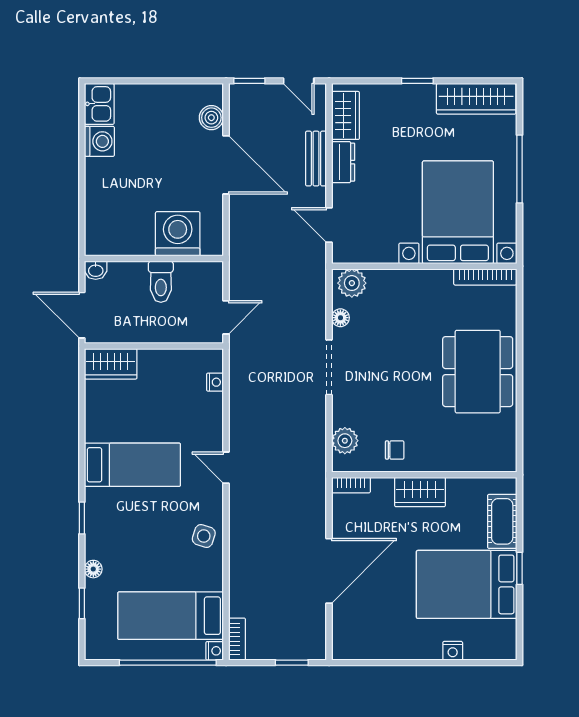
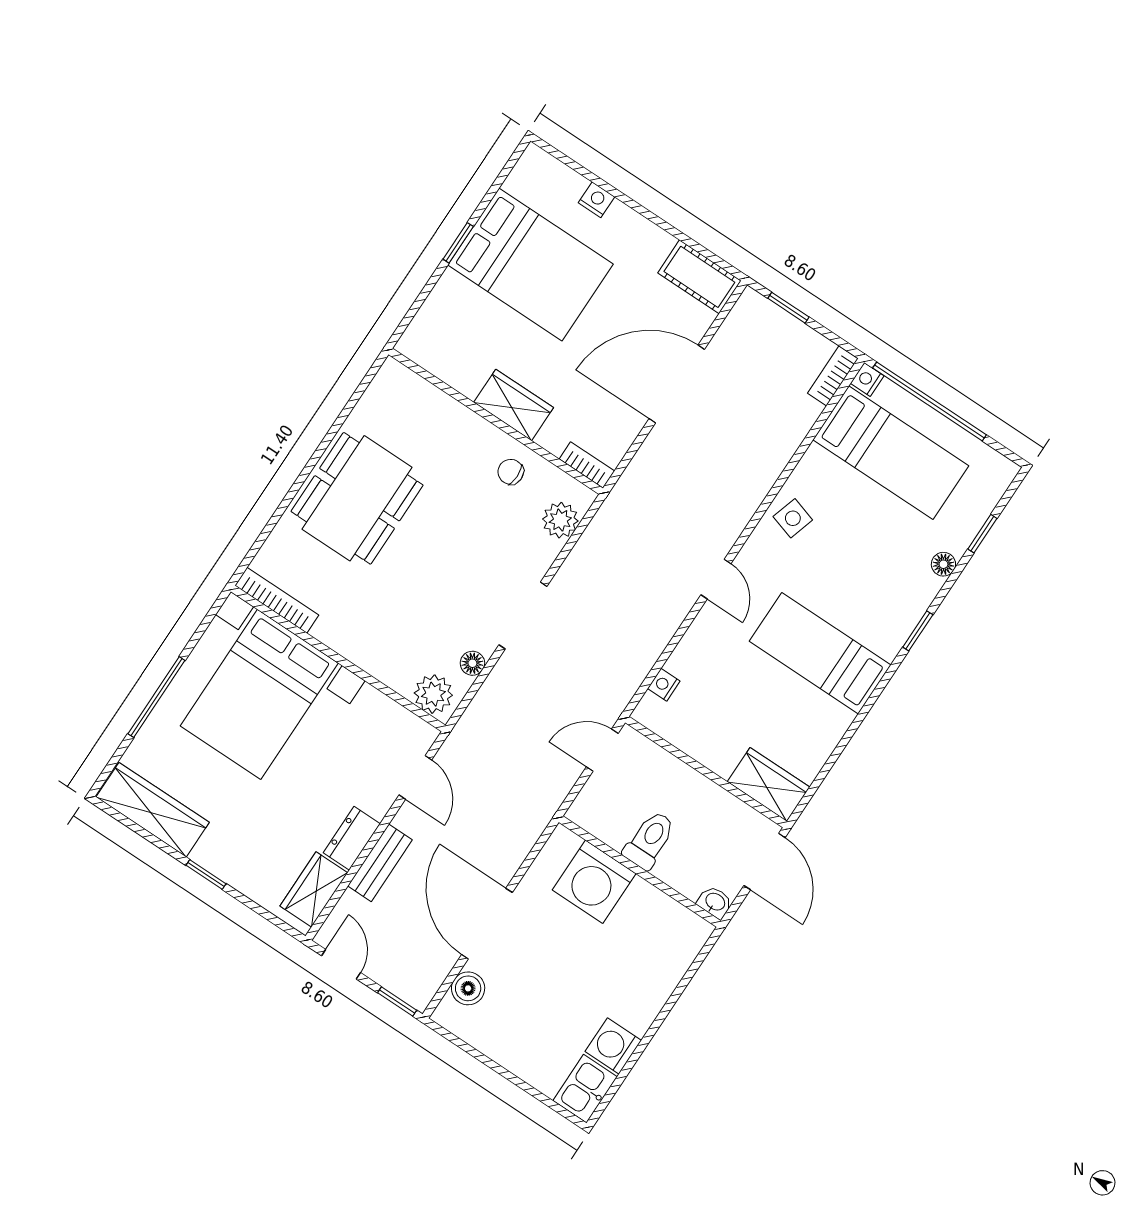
cot: (502, 521) -> (699, 277), moved, turned 90

